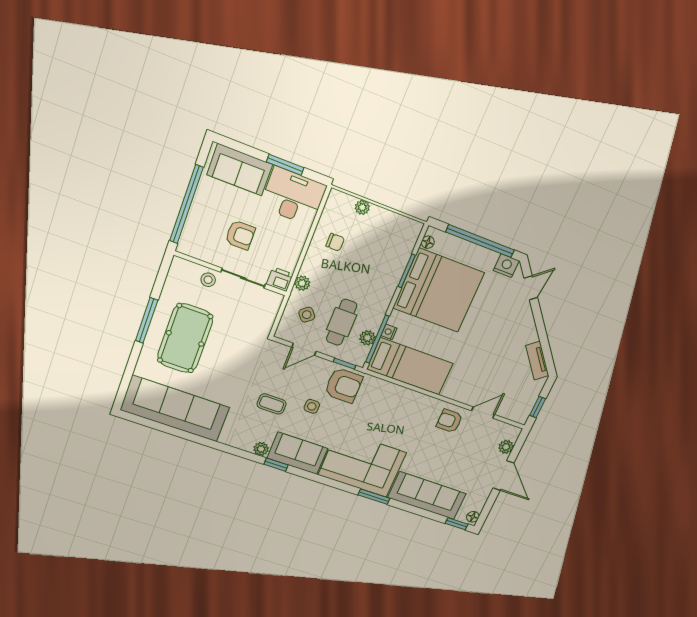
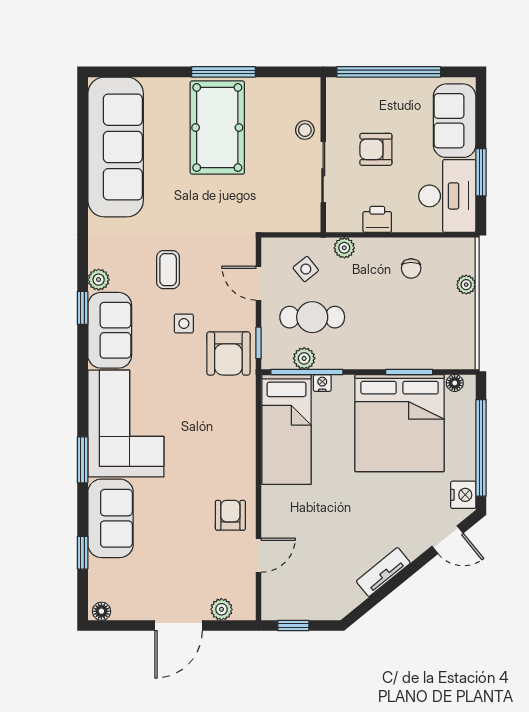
armchair: (240, 235) -> (376, 149), turned 90
printer: (280, 279) -> (377, 219), moved, turned -90
pool table: (185, 338) -> (217, 128), turned 90
tv unit: (537, 361) -> (383, 572), moved
door: (483, 413) -> (259, 555), hinge flipped
sofa: (427, 496) -> (111, 518), width x0.73
window: (457, 524) -> (83, 553), moved

